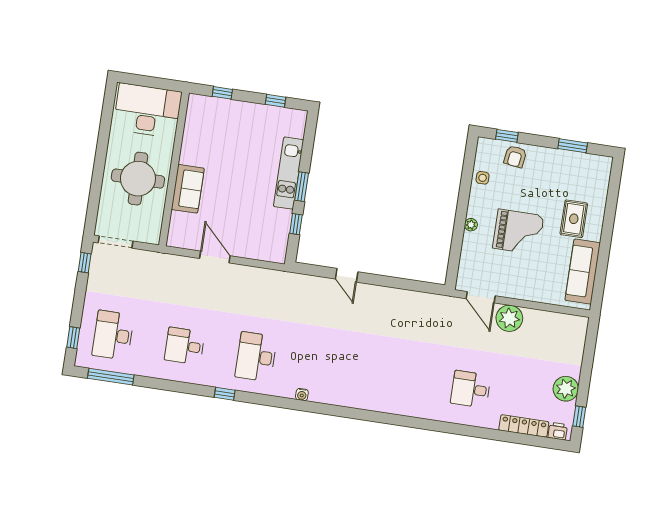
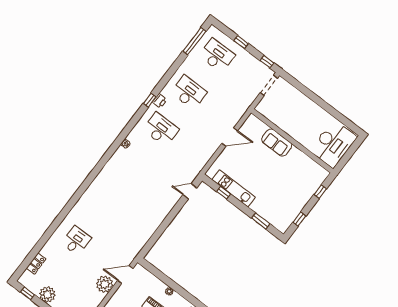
kitchen unit: (289, 173) -> (234, 188), moved
round table: (138, 179) -> (298, 118), removed
window: (302, 187) -> (261, 221), moved
door: (347, 275) -> (190, 191), moved
window: (73, 338) -> (241, 42), moved
desk: (185, 346) -> (189, 92), width x1.37
locker: (524, 426) -> (36, 264), width x0.66
printer: (558, 431) -> (160, 101), moved

